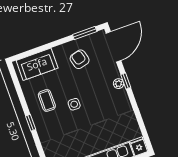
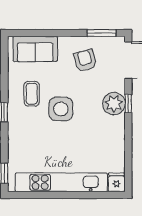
plant: (119, 84) -> (114, 104), width x1.88, depth x1.88
side table: (74, 104) -> (61, 109), width x1.87, depth x1.87

